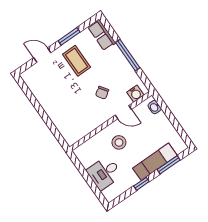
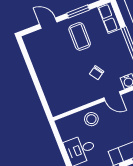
stool: (119, 142) -> (91, 119), moved

